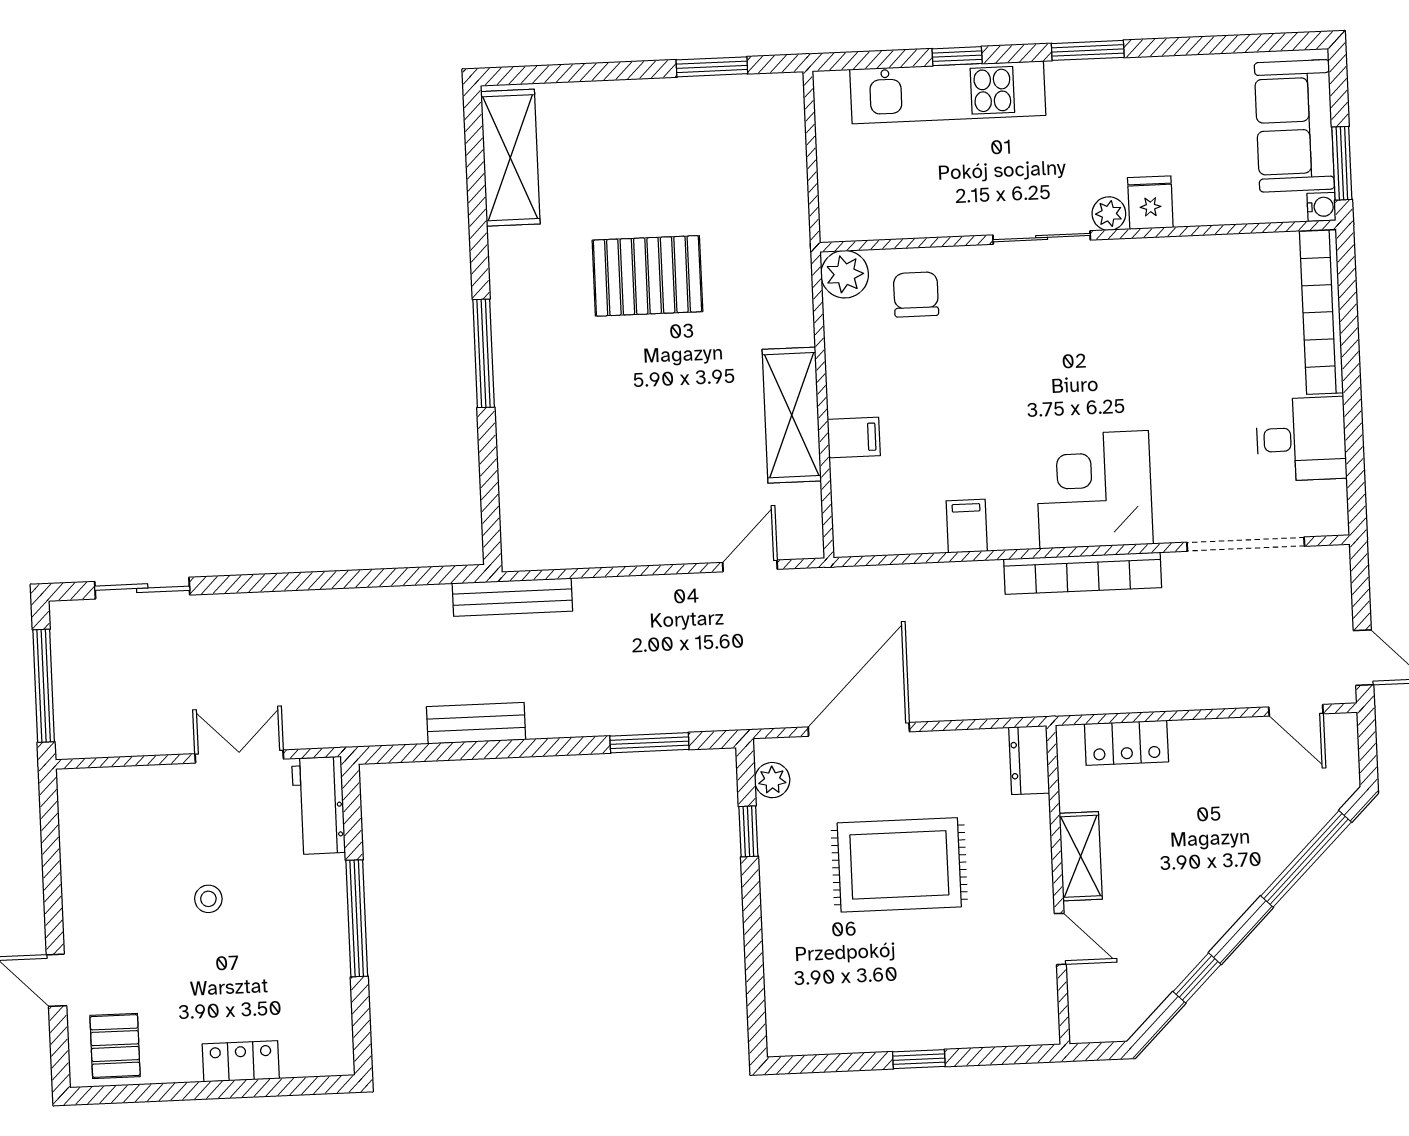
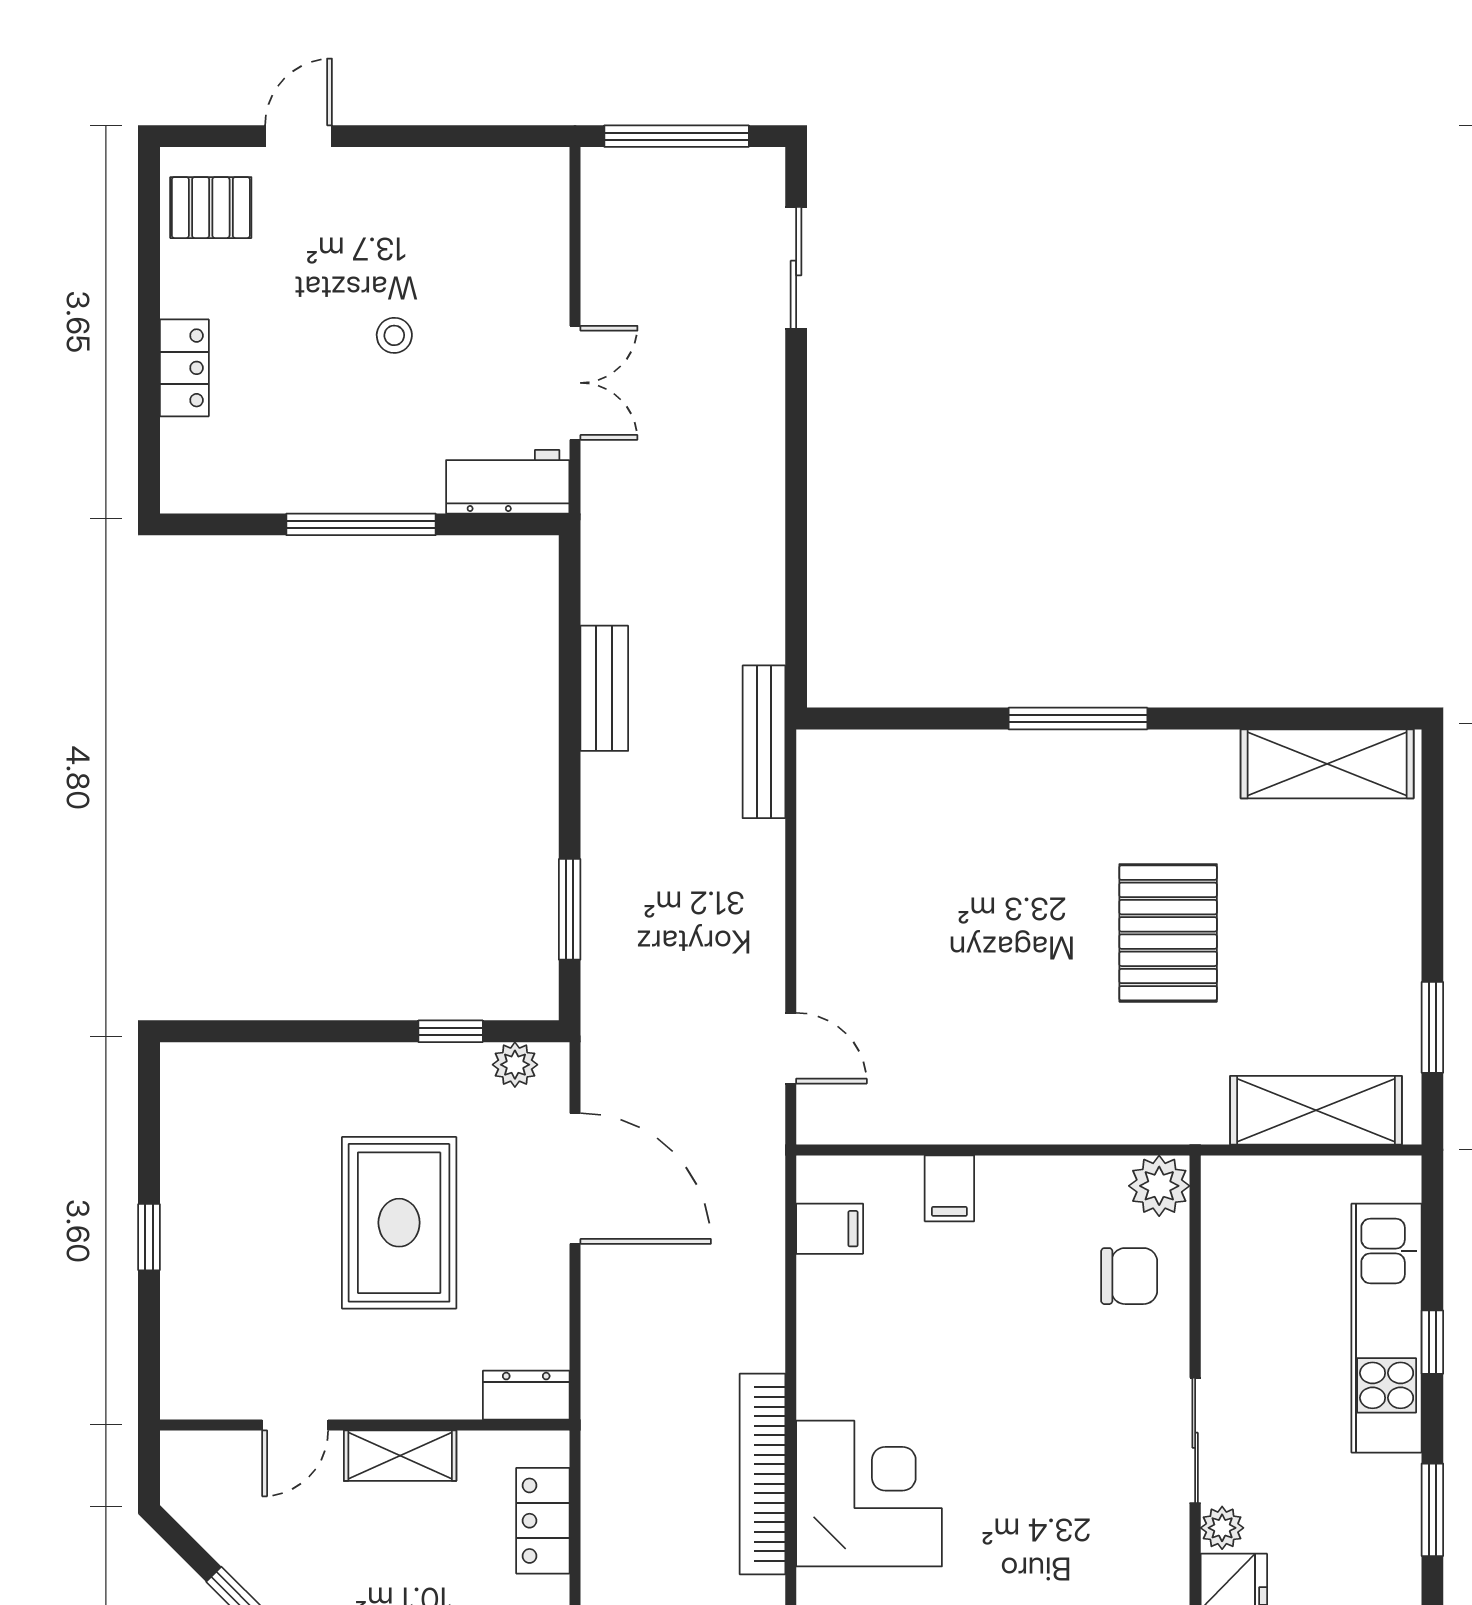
shelving: (792, 415) -> (1316, 1110), moved
filing cabinet: (967, 526) -> (830, 1229), moved

